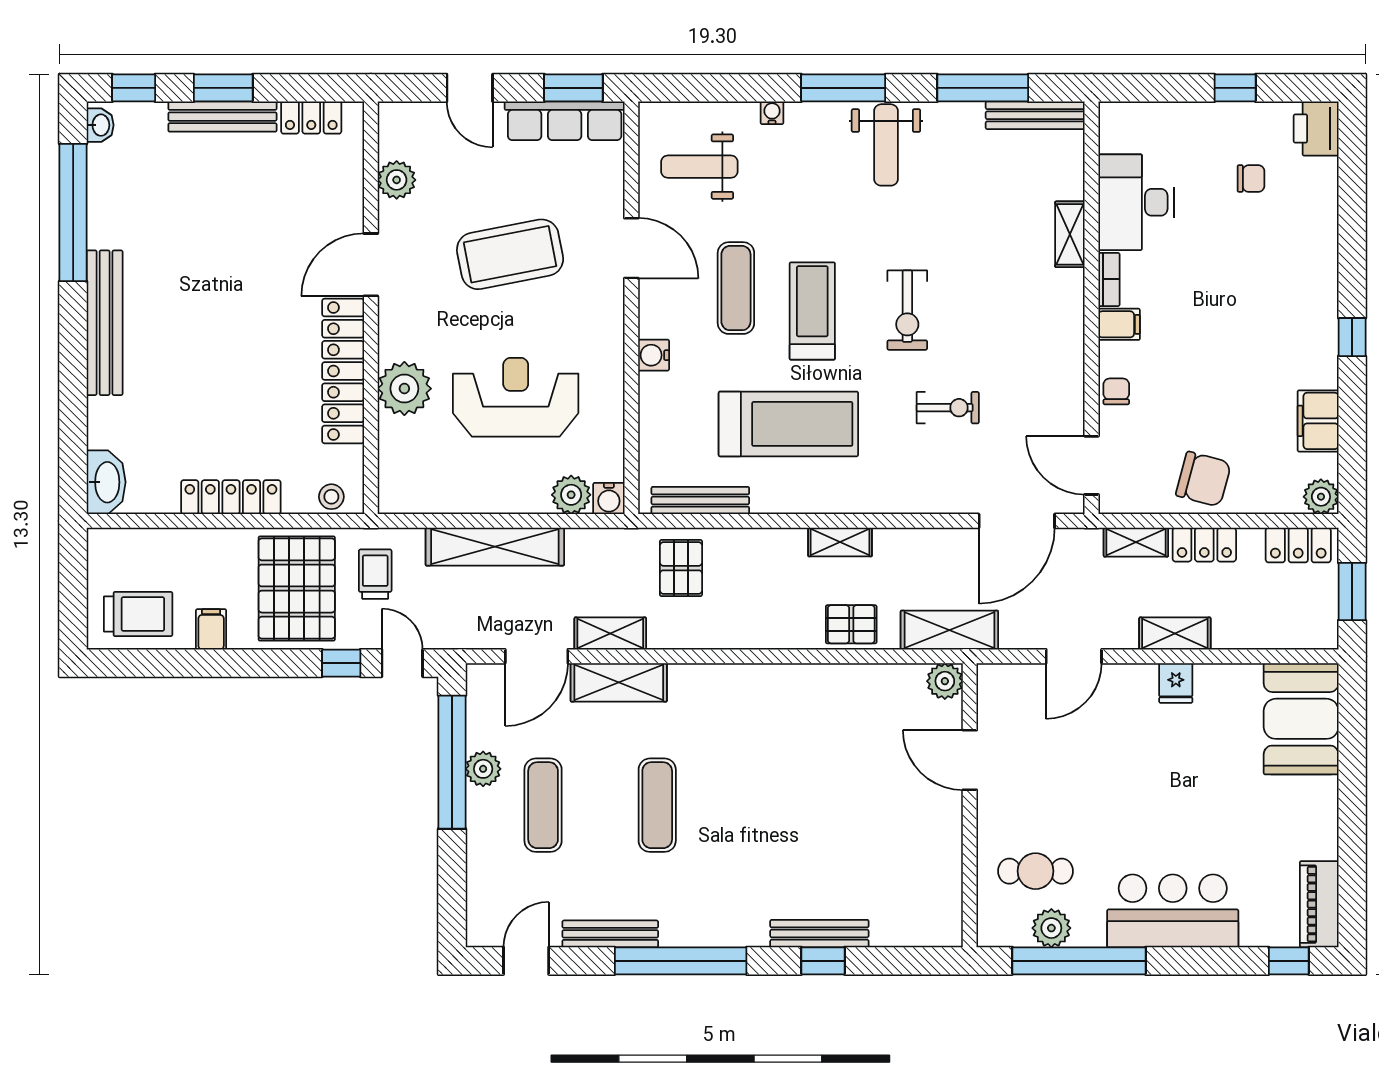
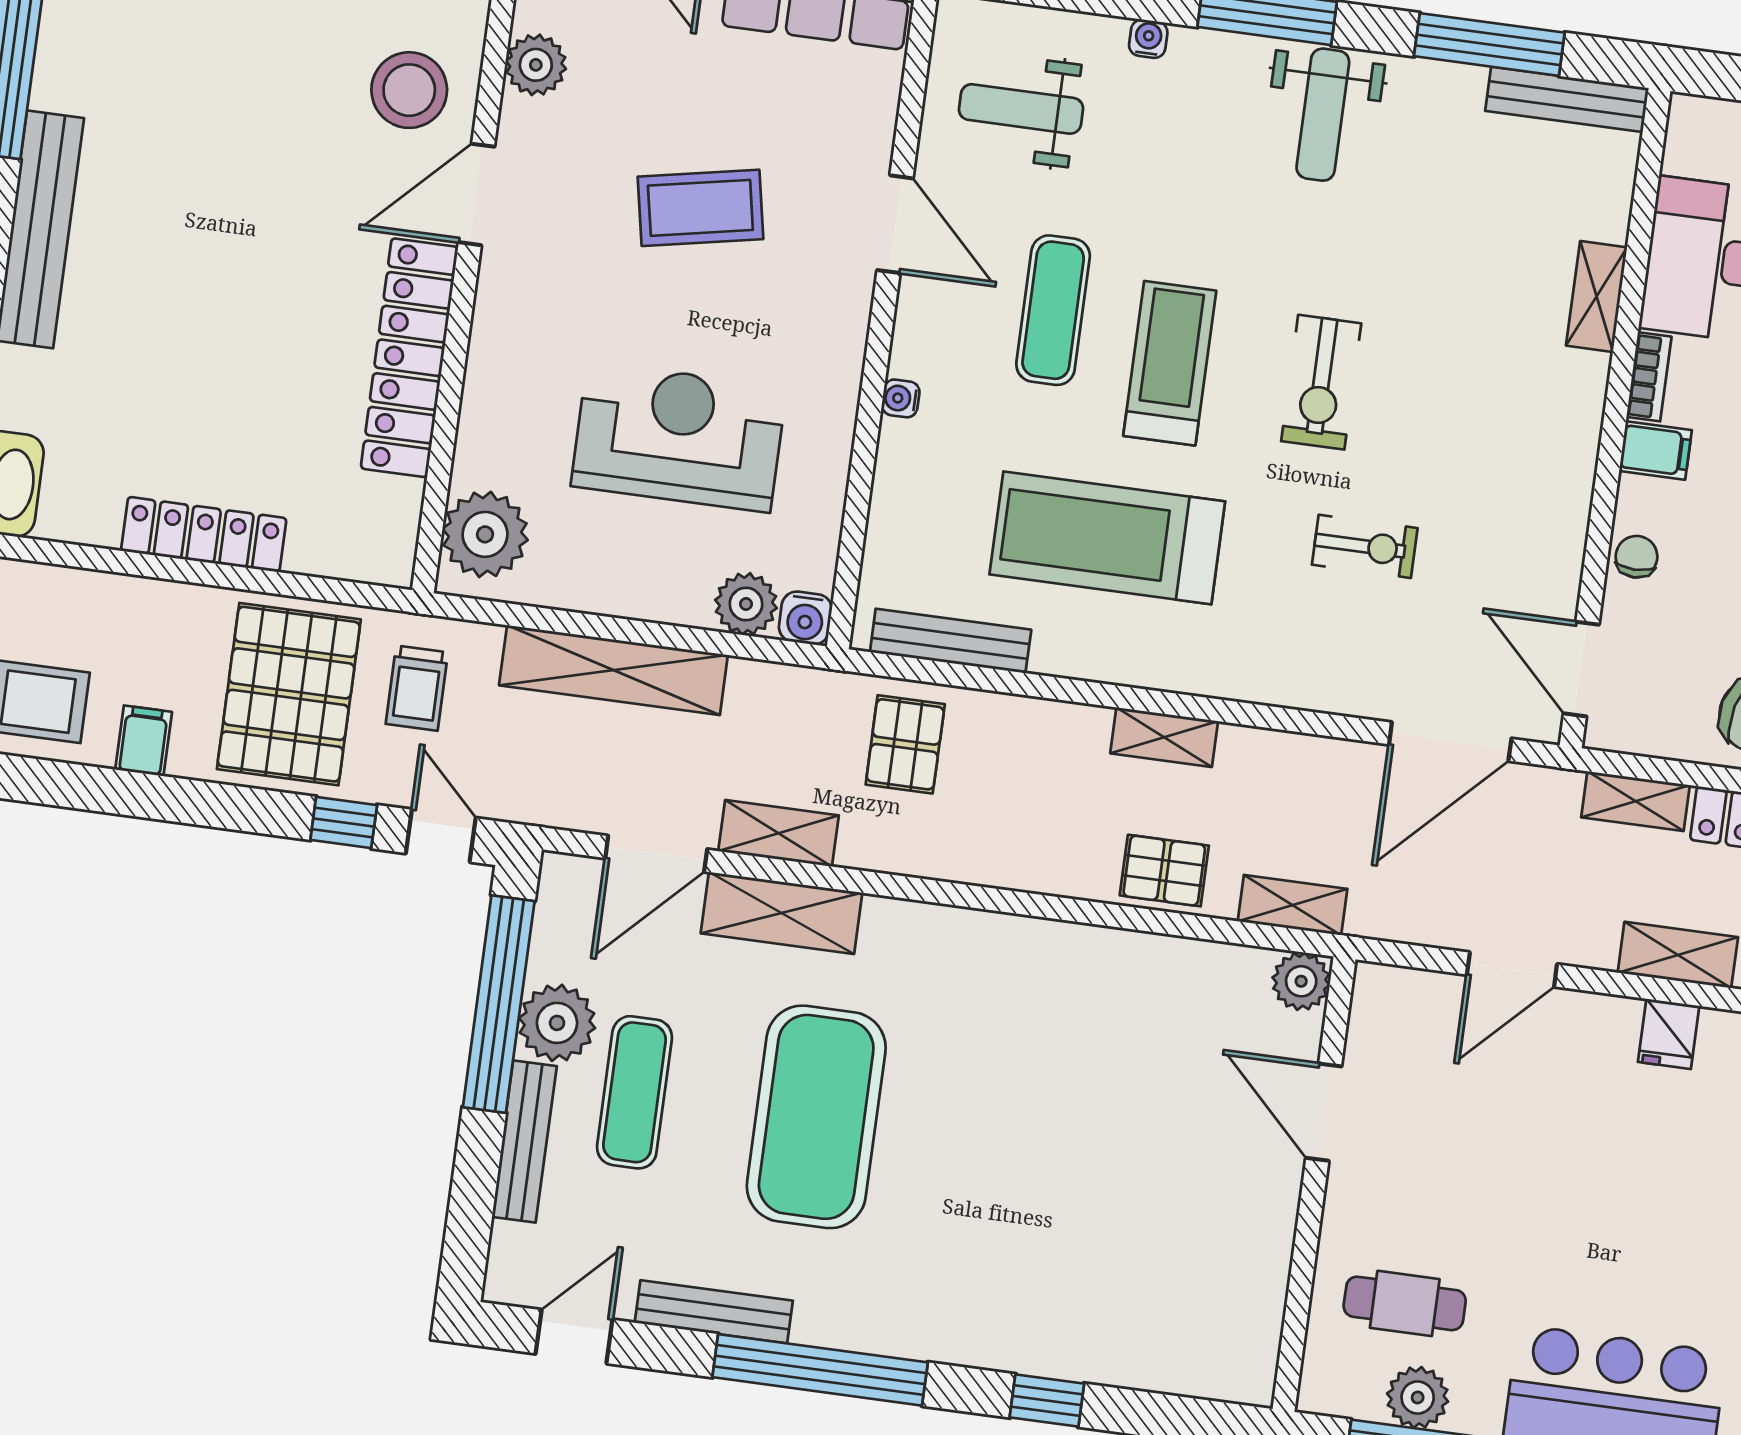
coffee table: (510, 254) -> (700, 208), width x0.73, depth x0.76
water cooler: (654, 355) -> (901, 398), width x0.72, depth x0.72
plant: (404, 389) -> (485, 534), moved
treadmill: (788, 424) -> (1107, 538), turned 180
stool: (331, 497) -> (409, 90), moved, width x1.89, depth x1.89
trolley: (375, 574) -> (417, 688), turned 180
shelving: (949, 630) -> (1292, 905), width x0.67, depth x0.75
plant: (483, 769) -> (557, 1023), width x1.36, depth x1.36
exercise mat: (657, 805) -> (816, 1117), width x2.00, depth x1.45
bench: (819, 934) -> (524, 1142), moved, turned 90

